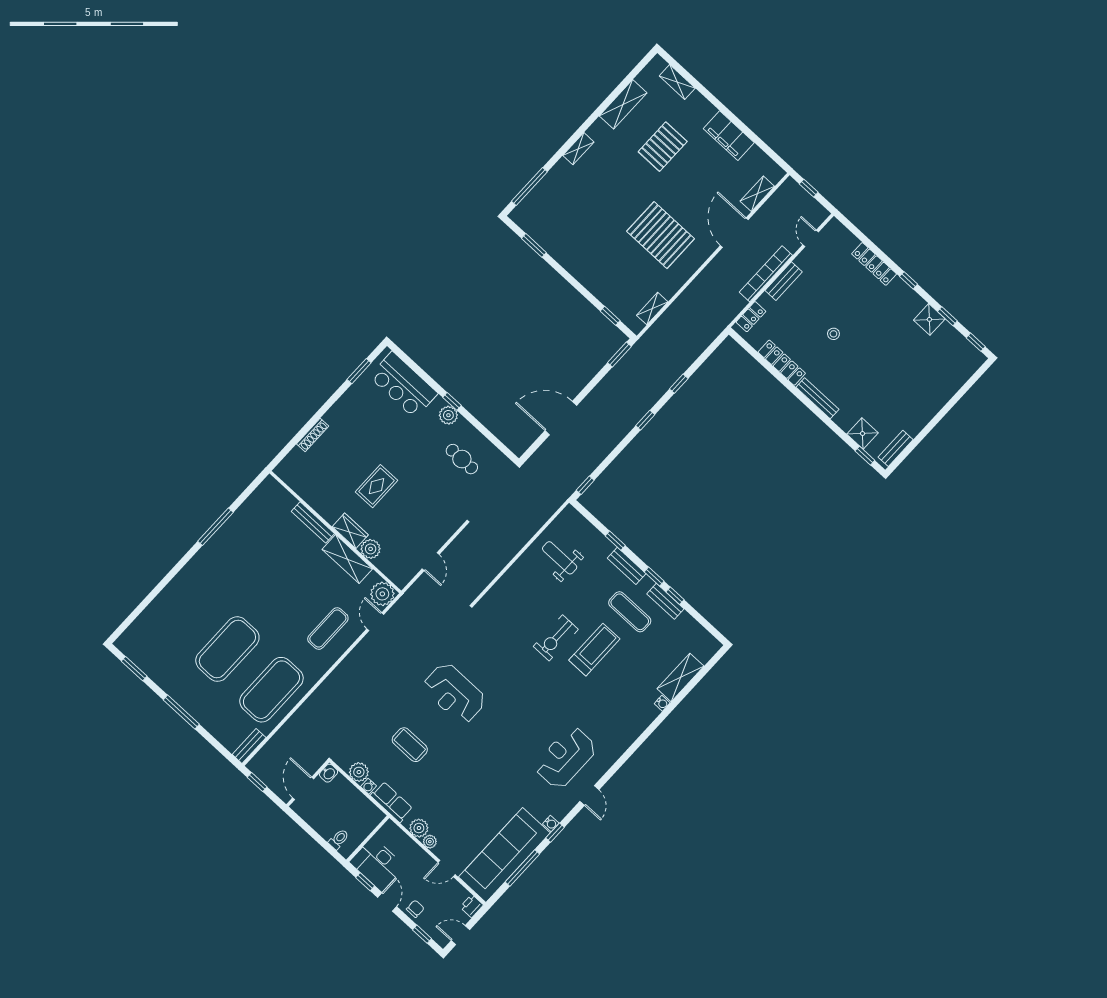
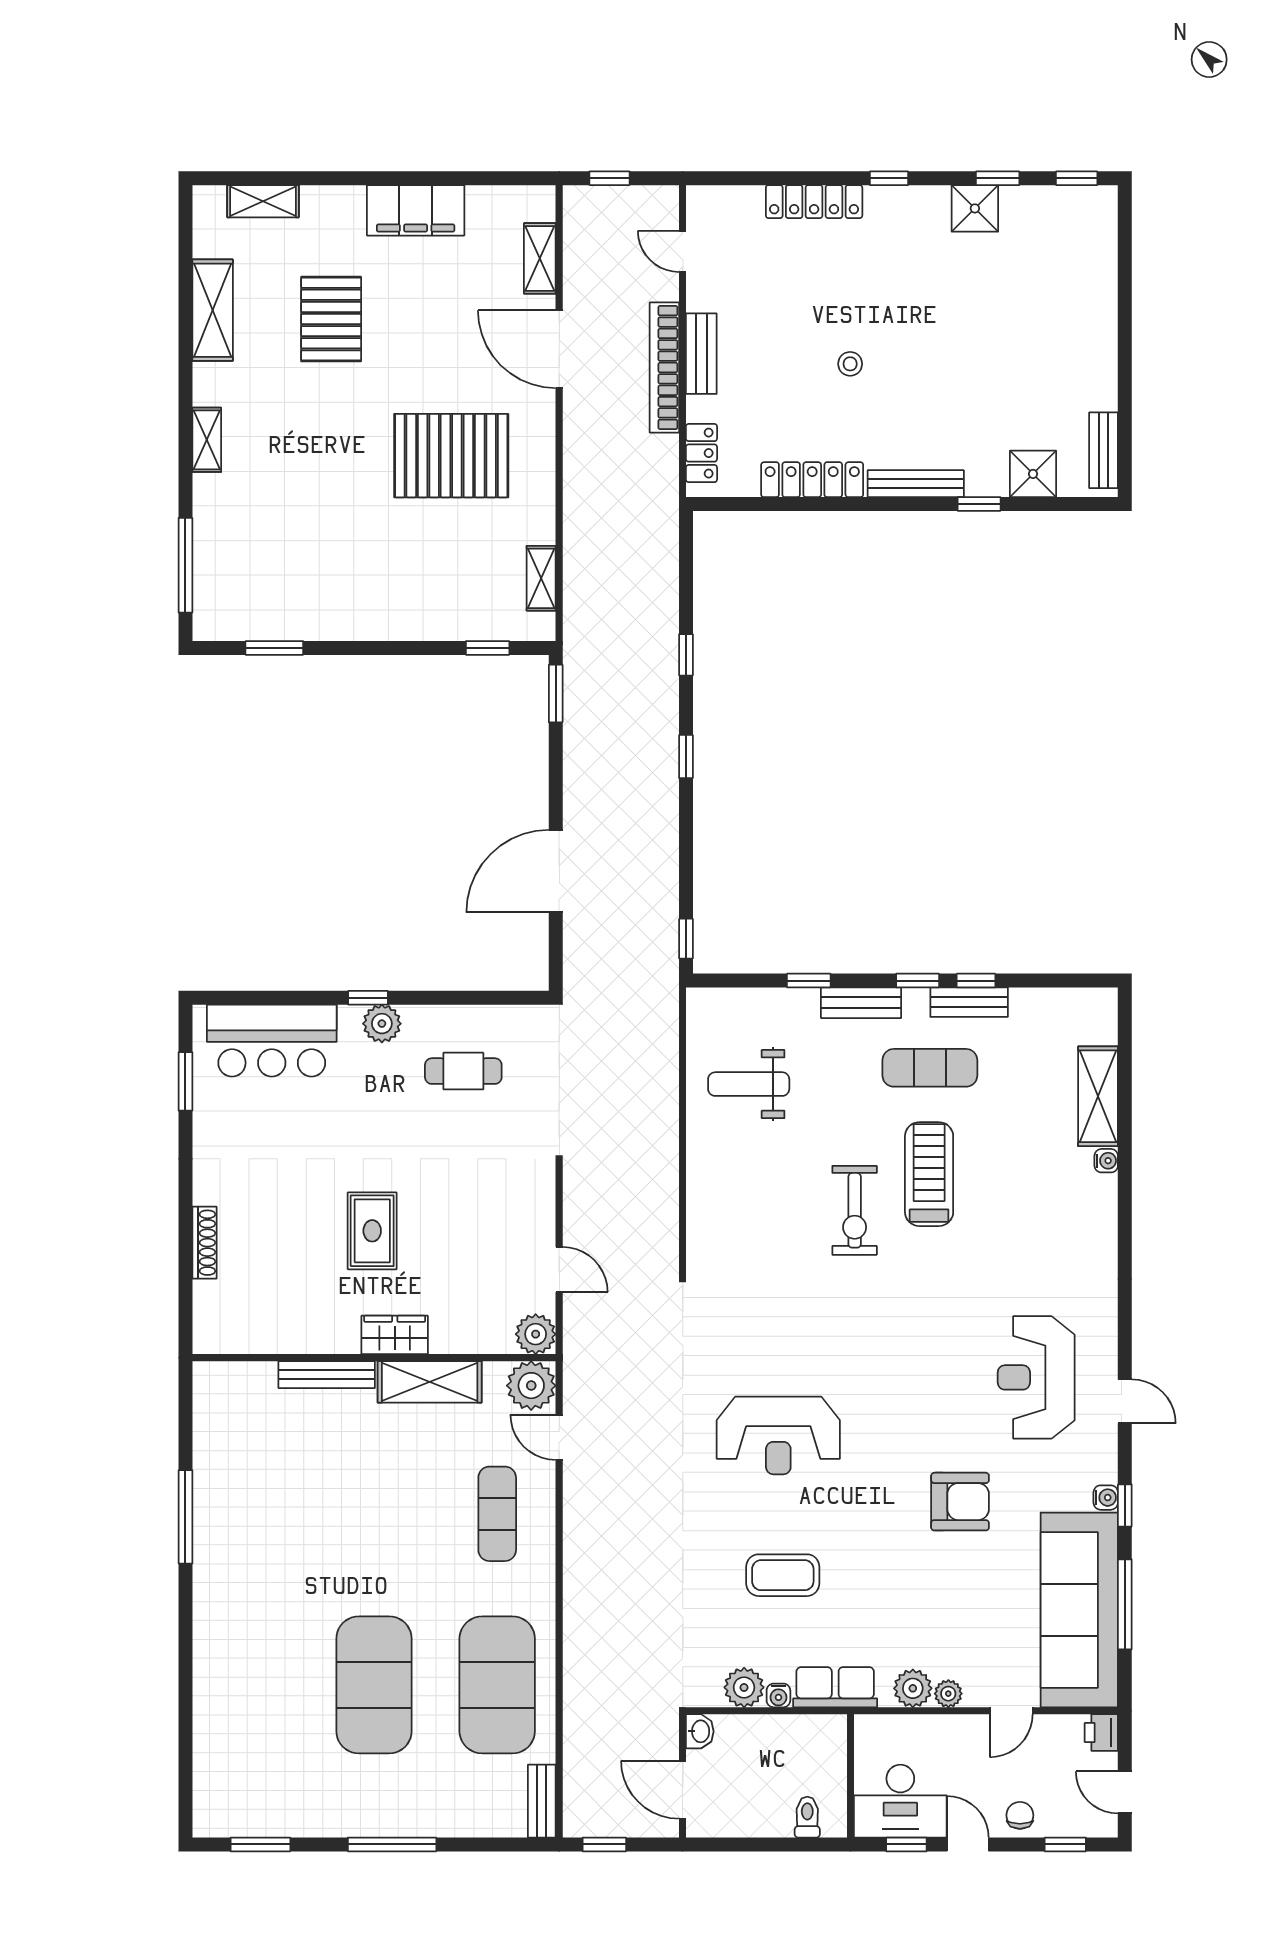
window: (865, 456) -> (979, 504), moved
plant: (371, 549) -> (536, 1334), moved
armchair: (497, 777) -> (960, 1502), added
door: (460, 935) -> (1125, 1792), hinge flipped

